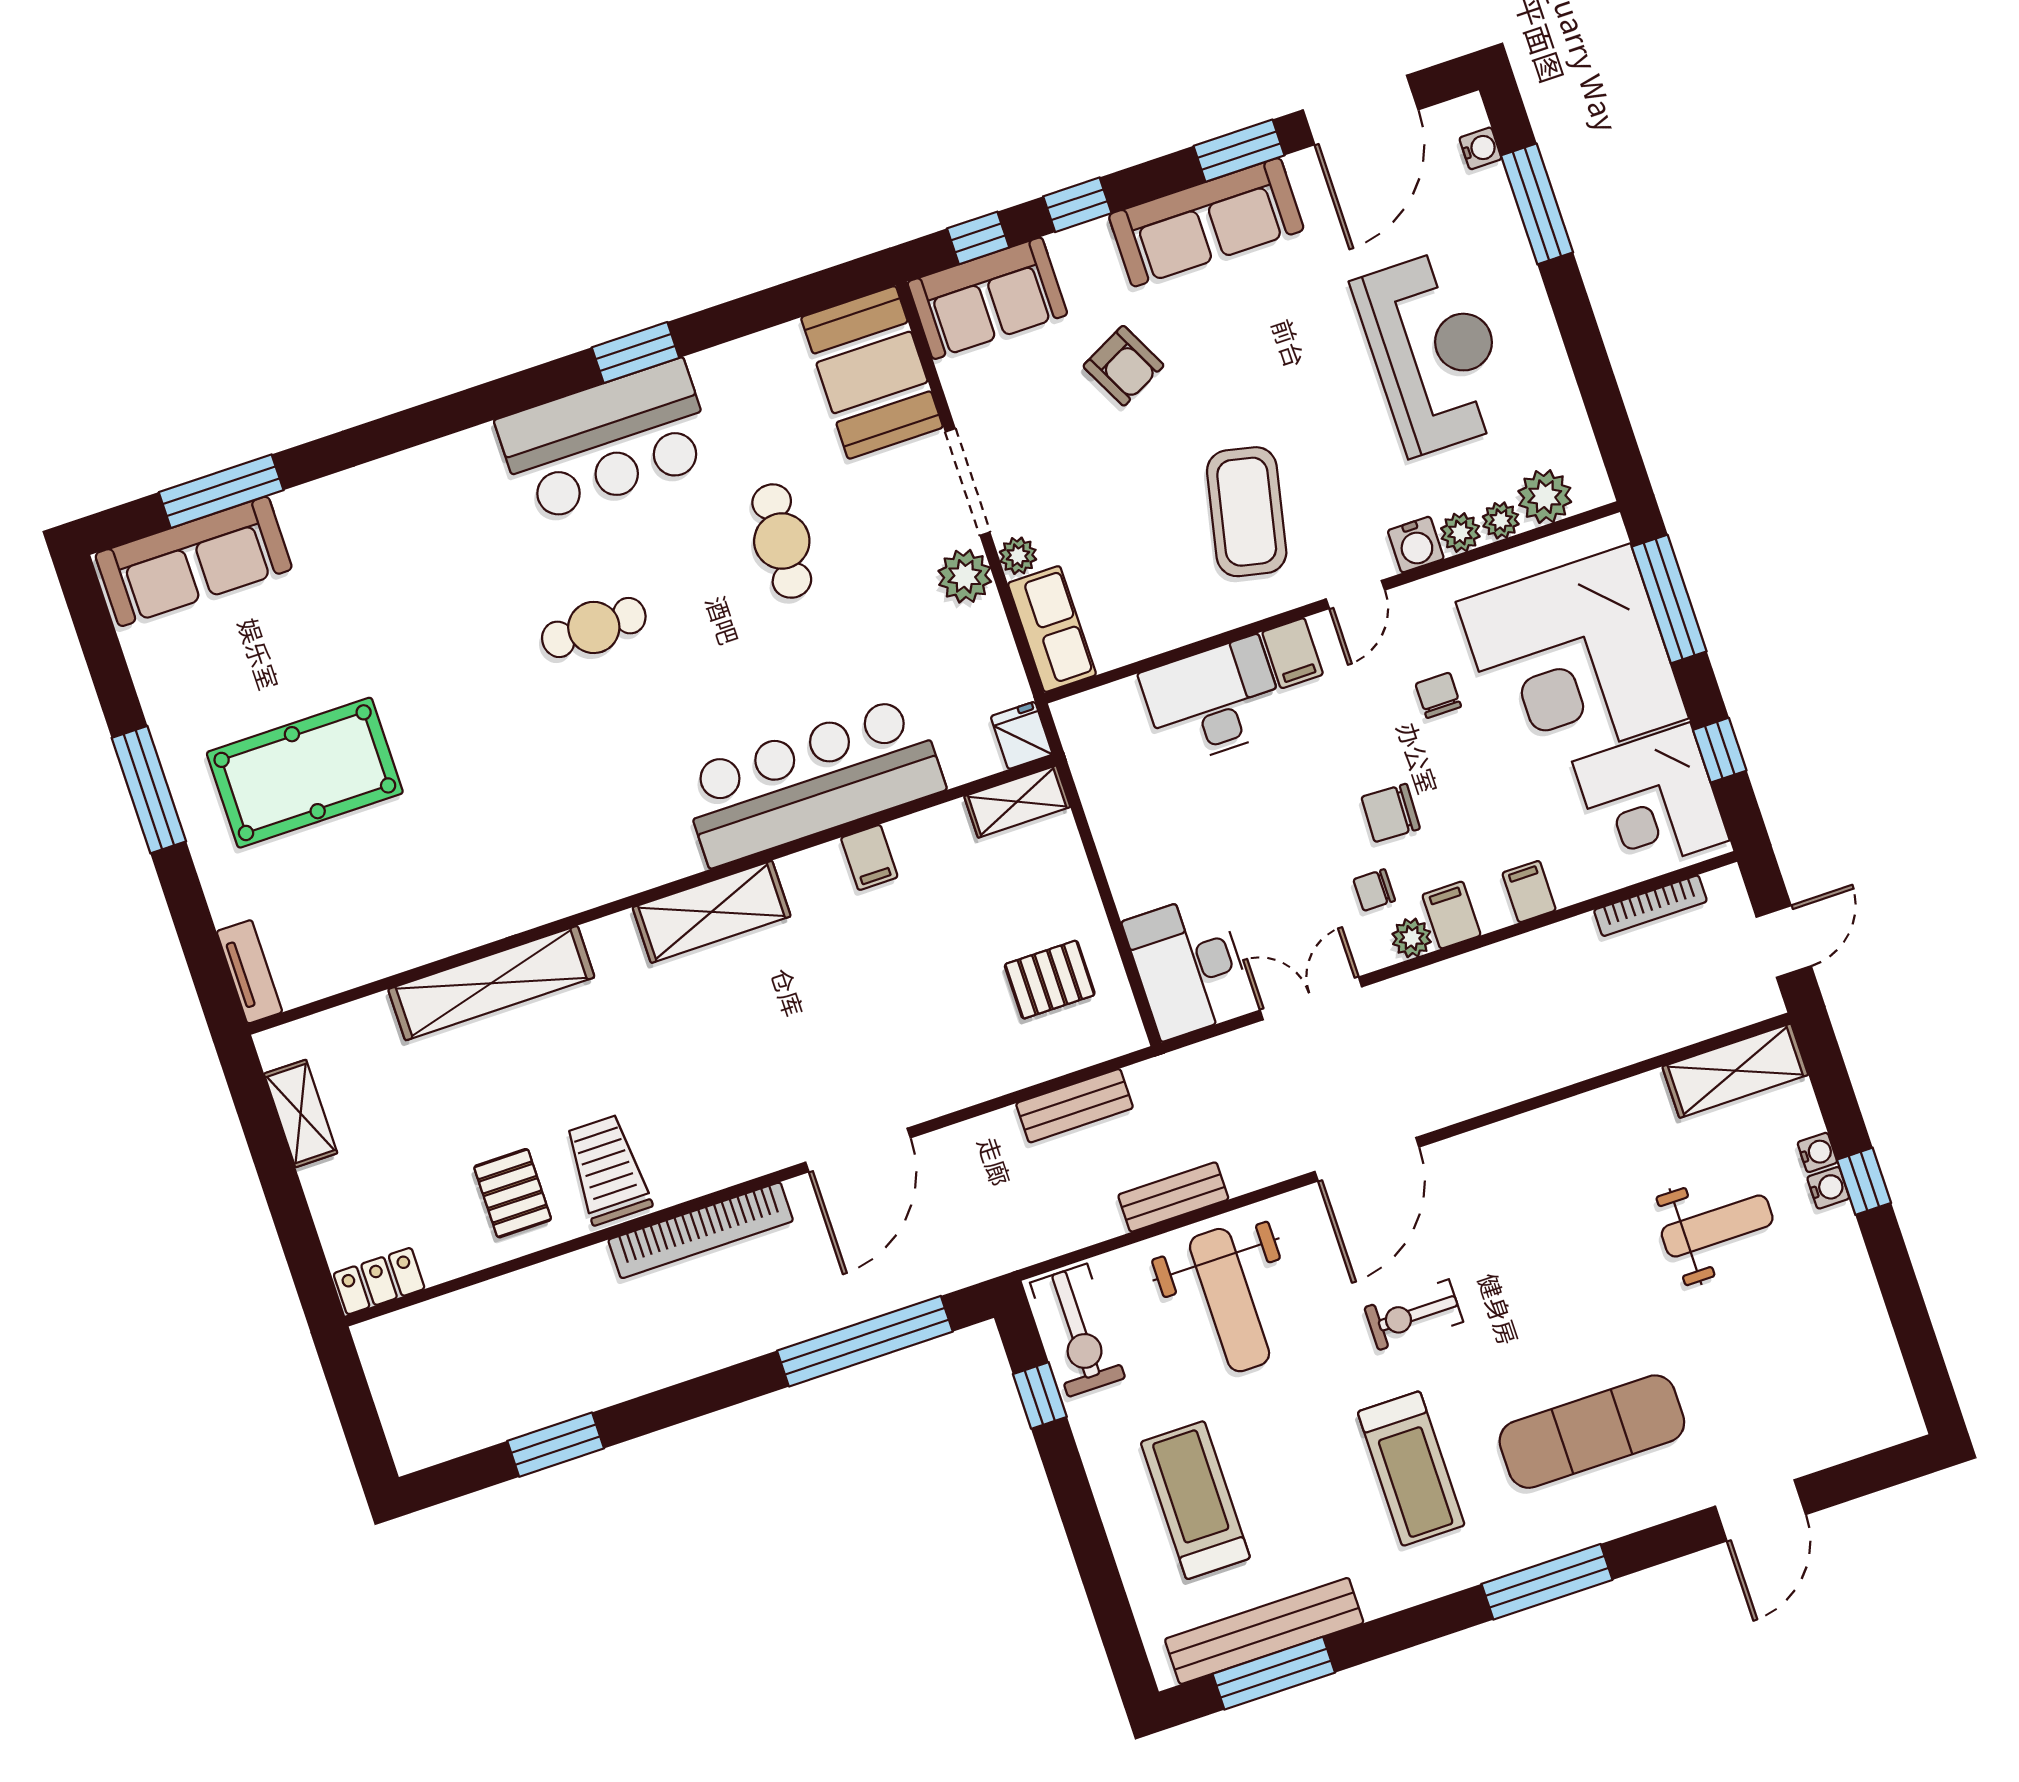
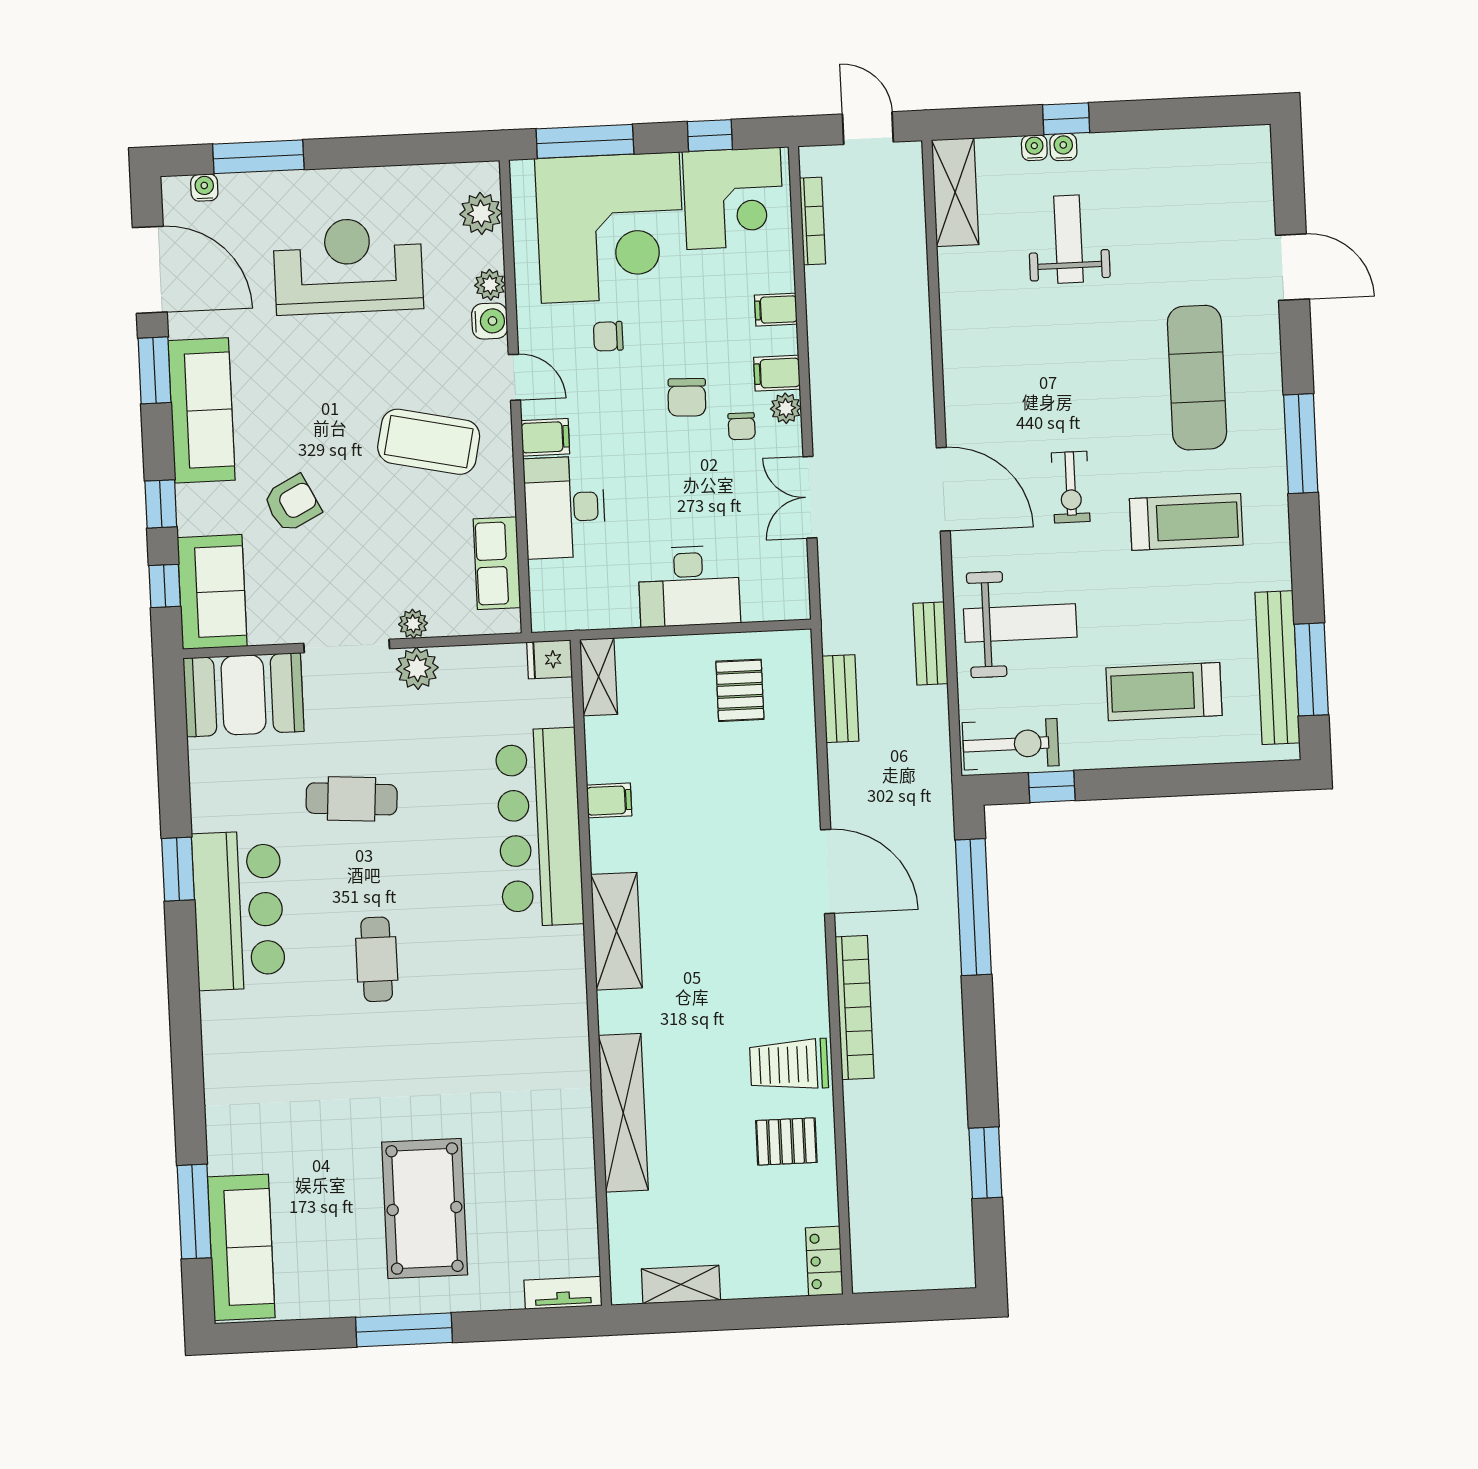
plant: (1501, 520) -> (490, 252), removed
row of seats: (1052, 629) -> (497, 563), moved, turned -90
desk: (1188, 966) -> (689, 586), moved

